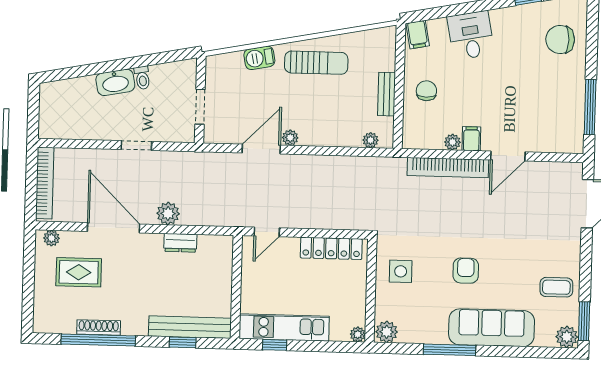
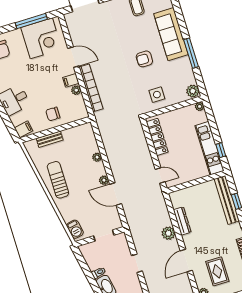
barbecue: (259, 58) -> (75, 229), moved
bench: (387, 94) -> (50, 139), moved
corner desk: (556, 114) -> (41, 38), added
plant: (370, 140) -> (97, 157), moved
door: (114, 228) -> (186, 261), width x0.73
dresser: (180, 243) -> (182, 221), width x1.44

